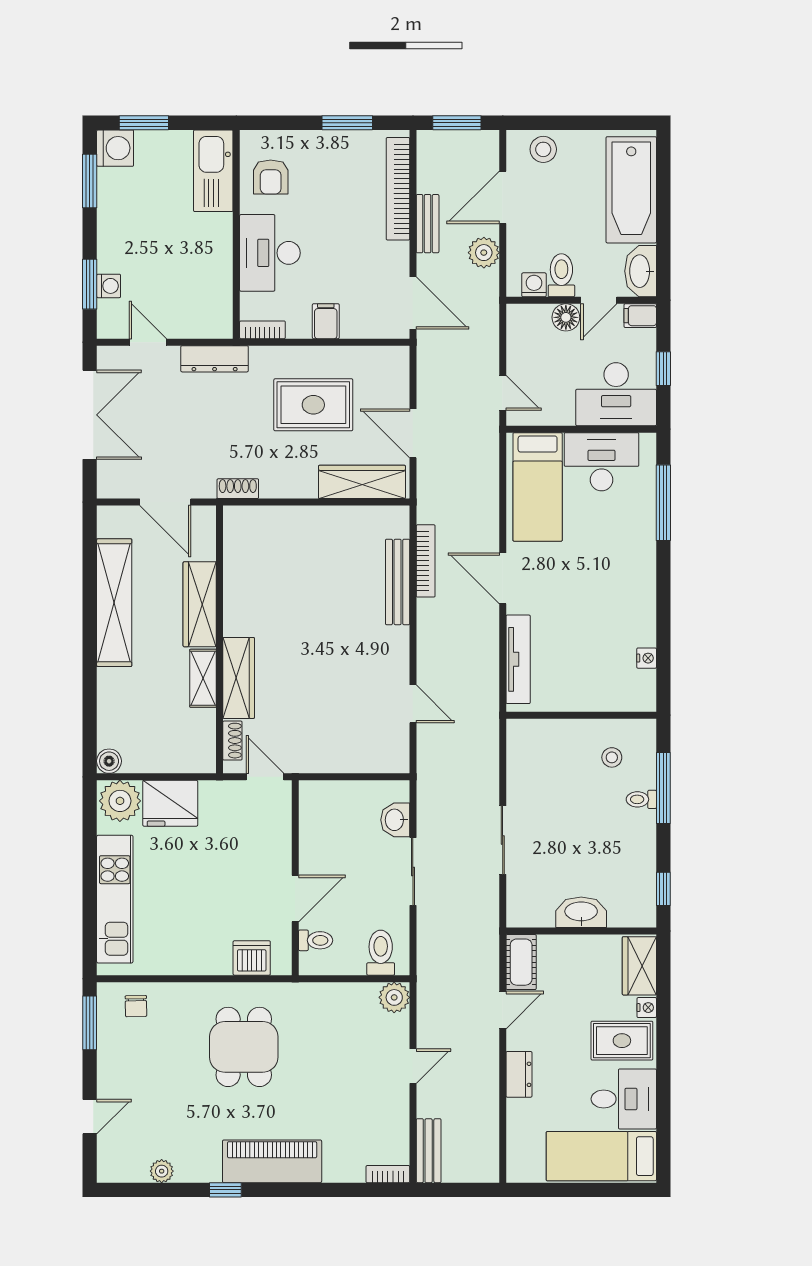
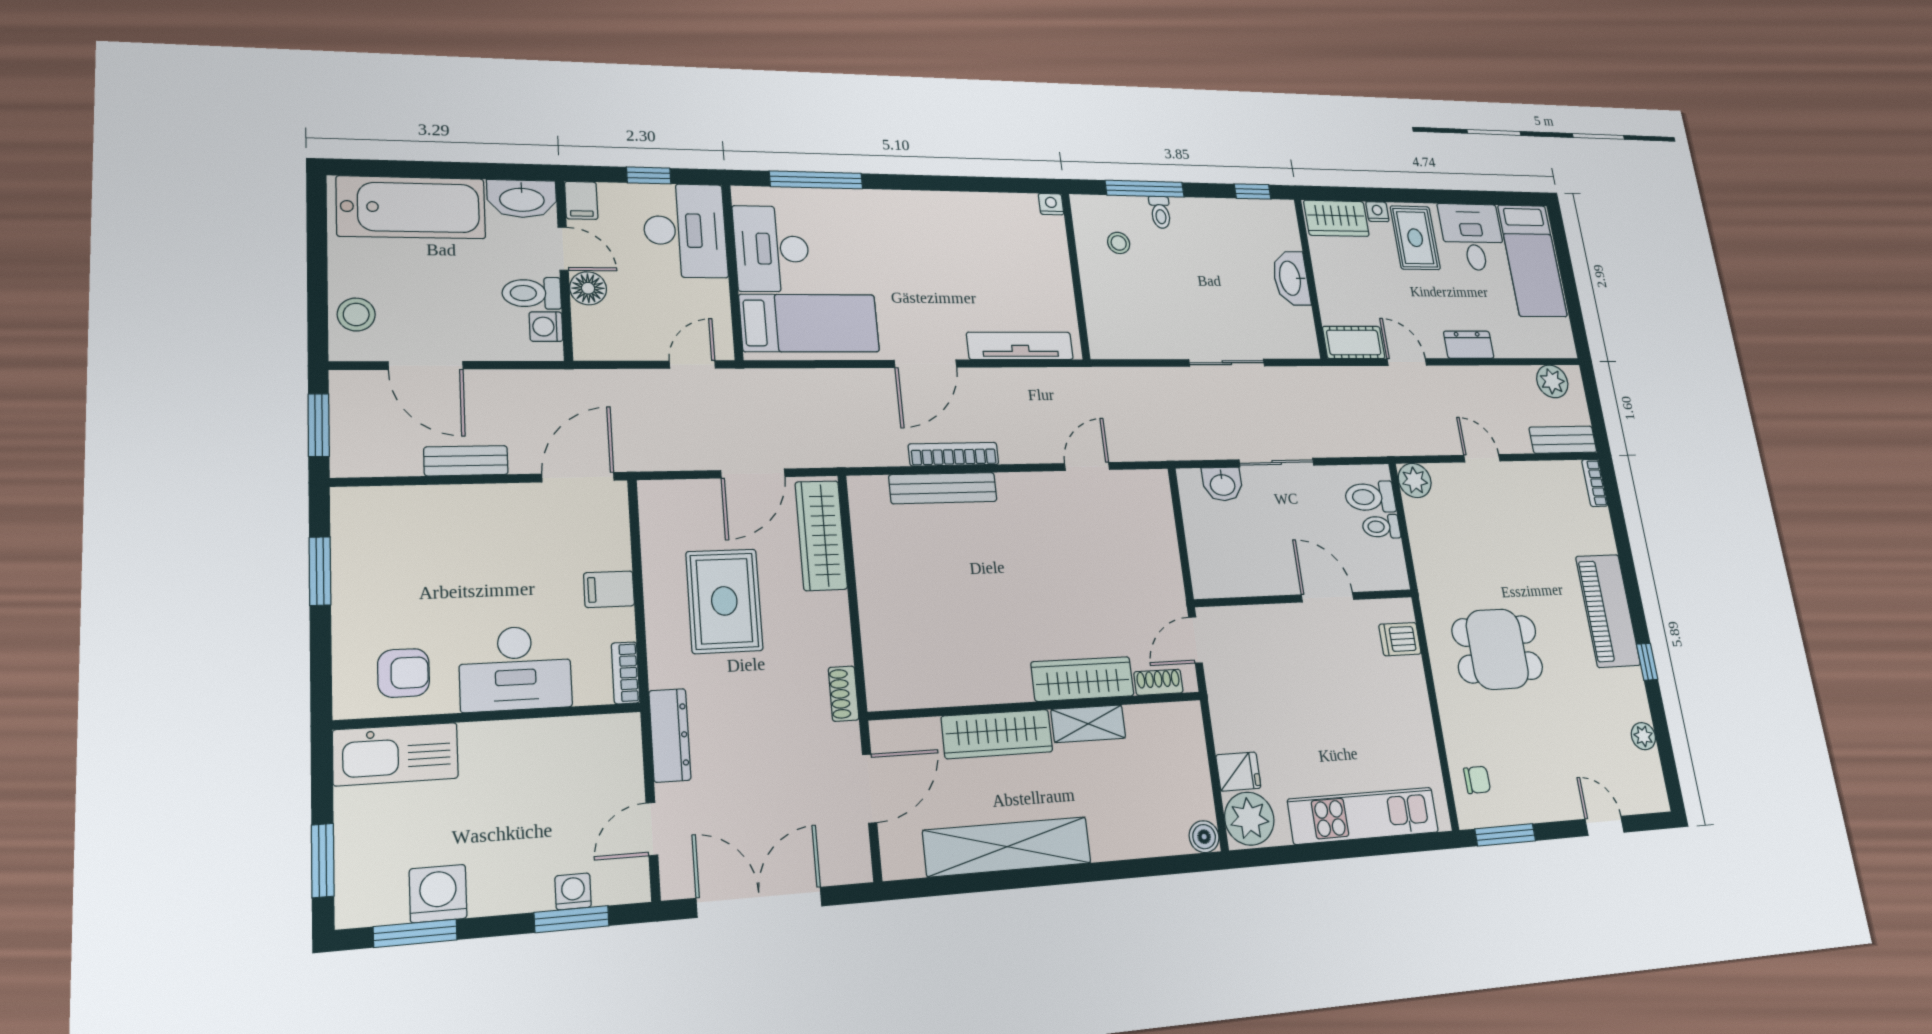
washing machine: (115, 148) -> (438, 894), moved
bookcase: (398, 189) -> (417, 500), removed
plant: (484, 253) -> (1552, 381), moved
bookcase: (426, 561) -> (954, 454), moved
nightstand: (647, 658) -> (1051, 204), moved
fridge: (170, 803) -> (1238, 771), width x0.53, depth x0.75
toilet: (316, 940) -> (1381, 527), moved, turned -90
dishwasher: (252, 958) -> (1400, 639), width x0.73

